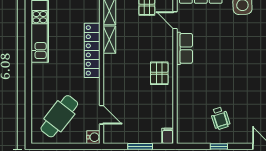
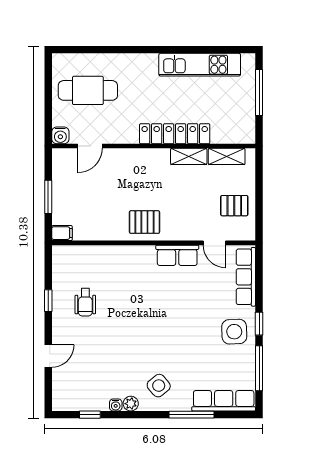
door: (175, 20) -> (214, 243), swing flipped
cafe table: (59, 116) -> (88, 90), turned -38
wheelchair: (220, 118) -> (85, 302), turned -72

